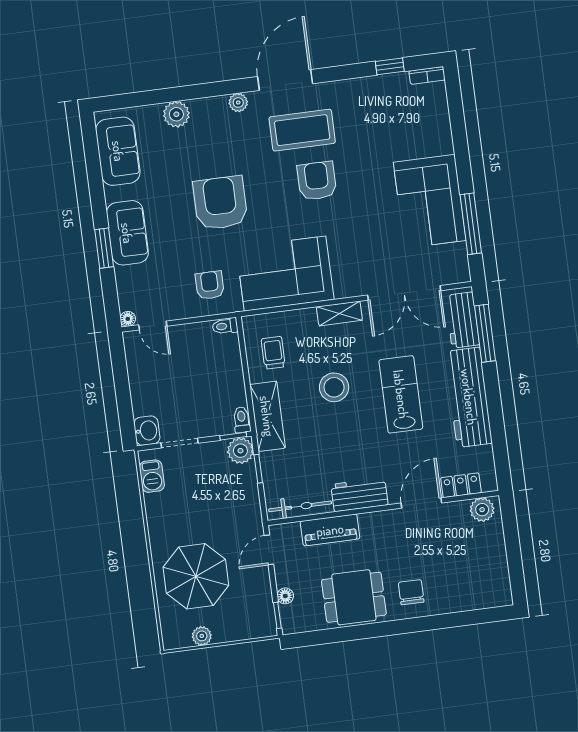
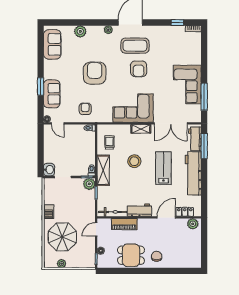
armchair: (317, 181) -> (139, 69), turned 180
sofa: (127, 233) -> (52, 94), moved
corner sofa: (285, 274) -> (133, 108), moved
barbecue: (152, 476) -> (49, 212), moved

